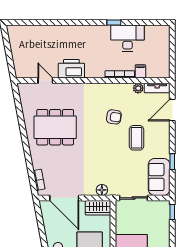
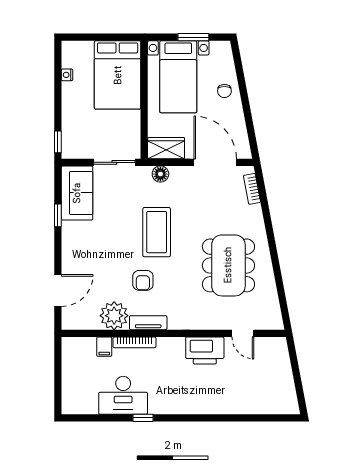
plant: (138, 88) -> (114, 316), width x1.87, depth x1.87
tv unit: (157, 88) -> (148, 323), moved
armchair: (114, 117) -> (143, 280), turned -98
dining table: (55, 127) -> (228, 265), turned 90
coffee table: (137, 138) -> (157, 232), moved, width x1.36, depth x1.32

